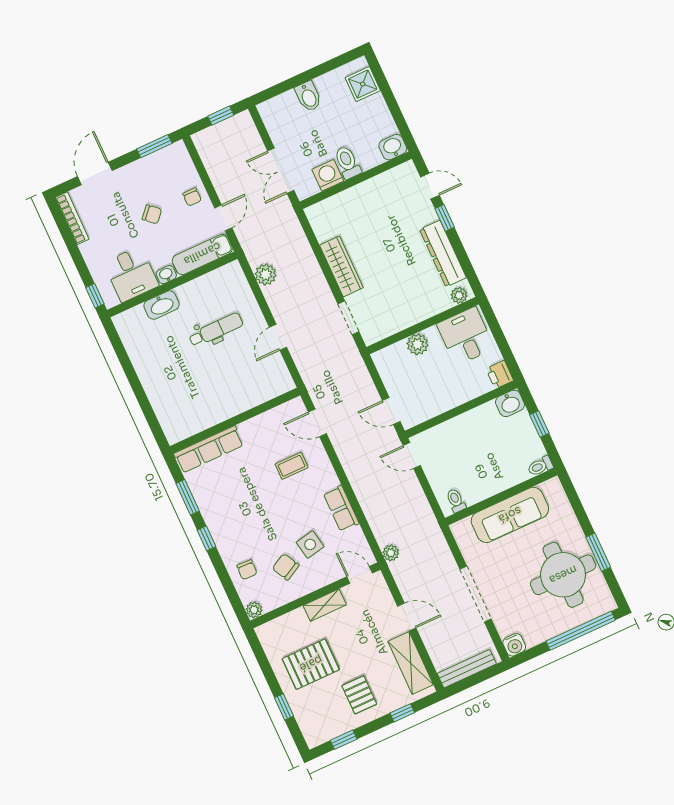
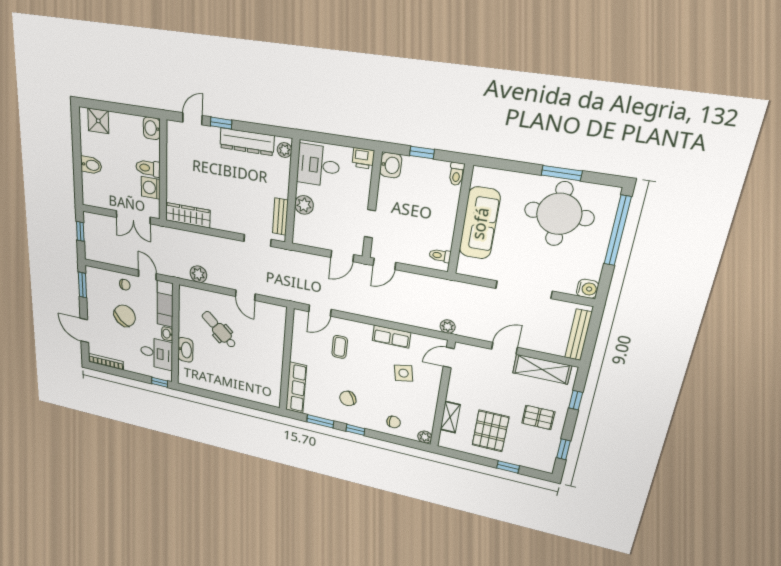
chair: (152, 214) -> (125, 316), width x1.87, depth x1.87
wardrobe: (341, 266) -> (188, 215), moved
bench: (390, 328) -> (280, 217), added
dental chair: (216, 330) -> (219, 330), turned -48
doorway: (442, 418) -> (370, 224), added
chair: (286, 567) -> (348, 399), moved
shelving: (325, 605) -> (450, 417), moved

